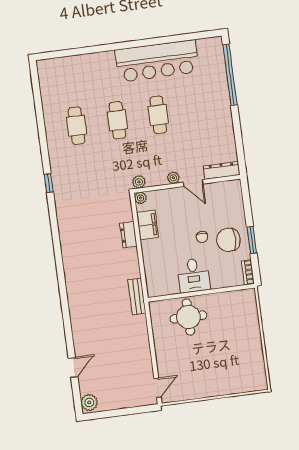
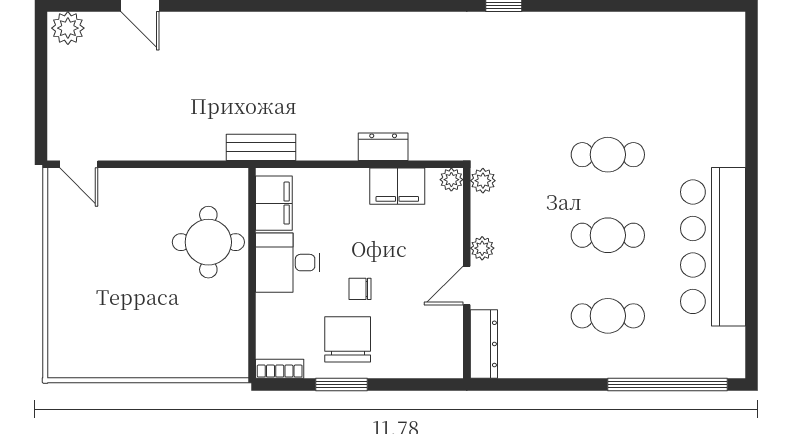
cafe table: (77, 126) -> (608, 316), moved
filing cabinet: (164, 286) -> (274, 203), added

